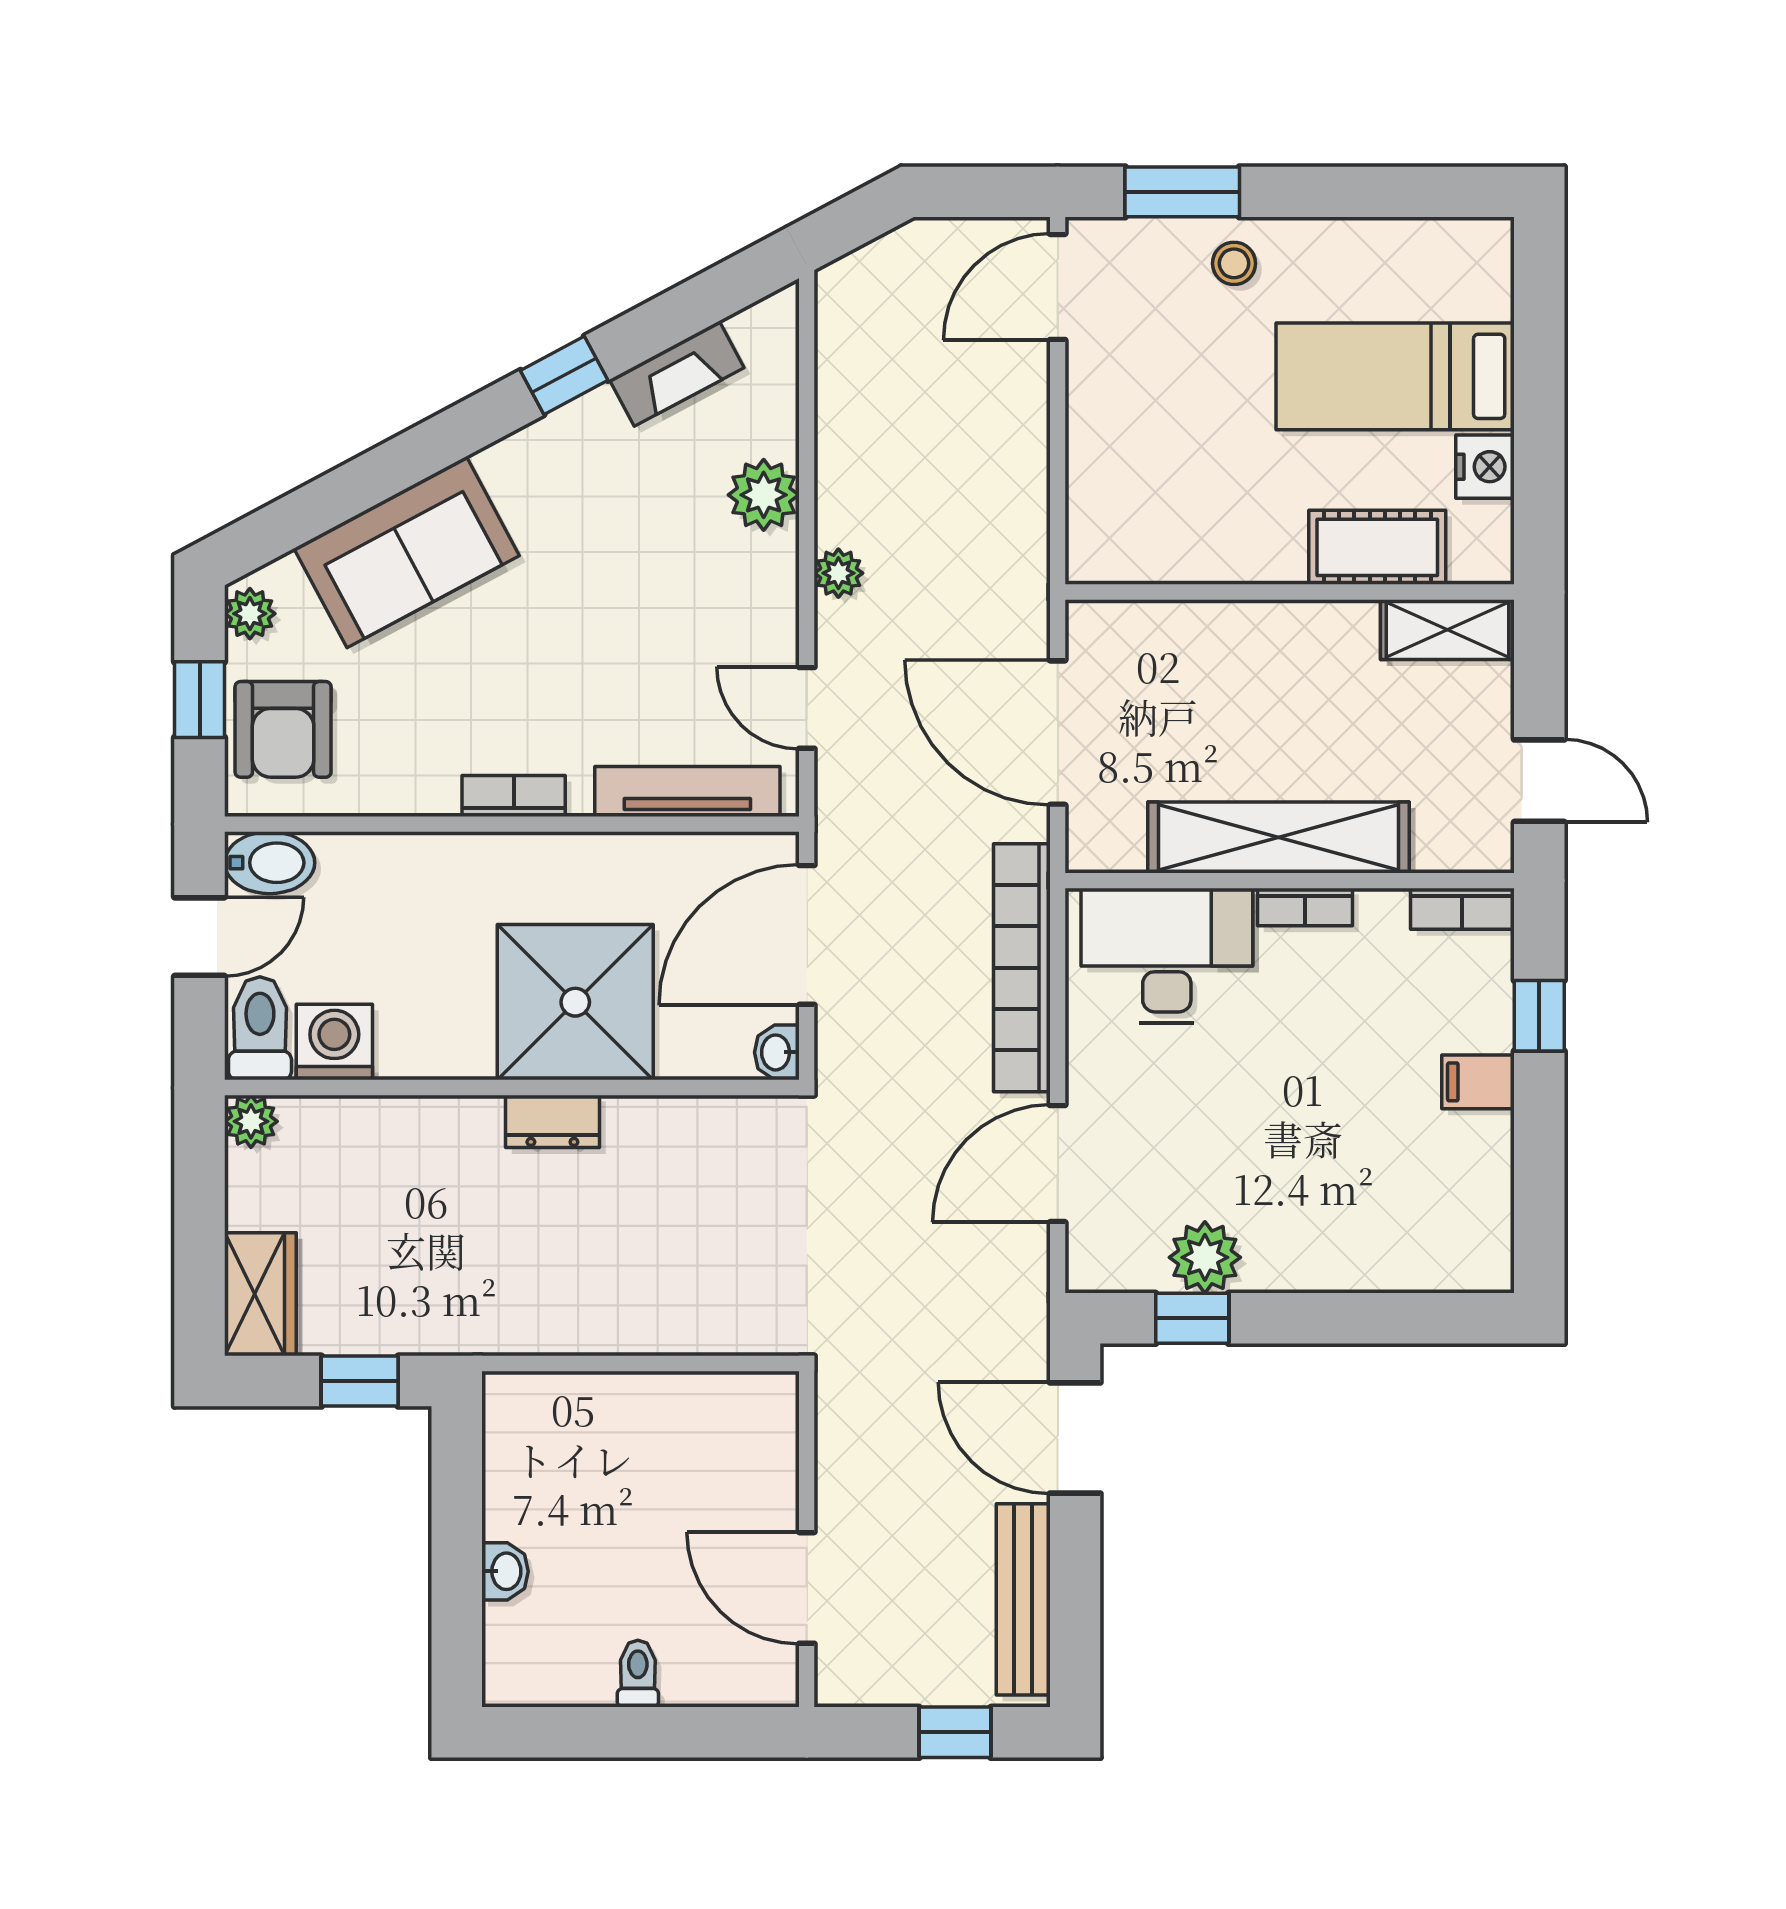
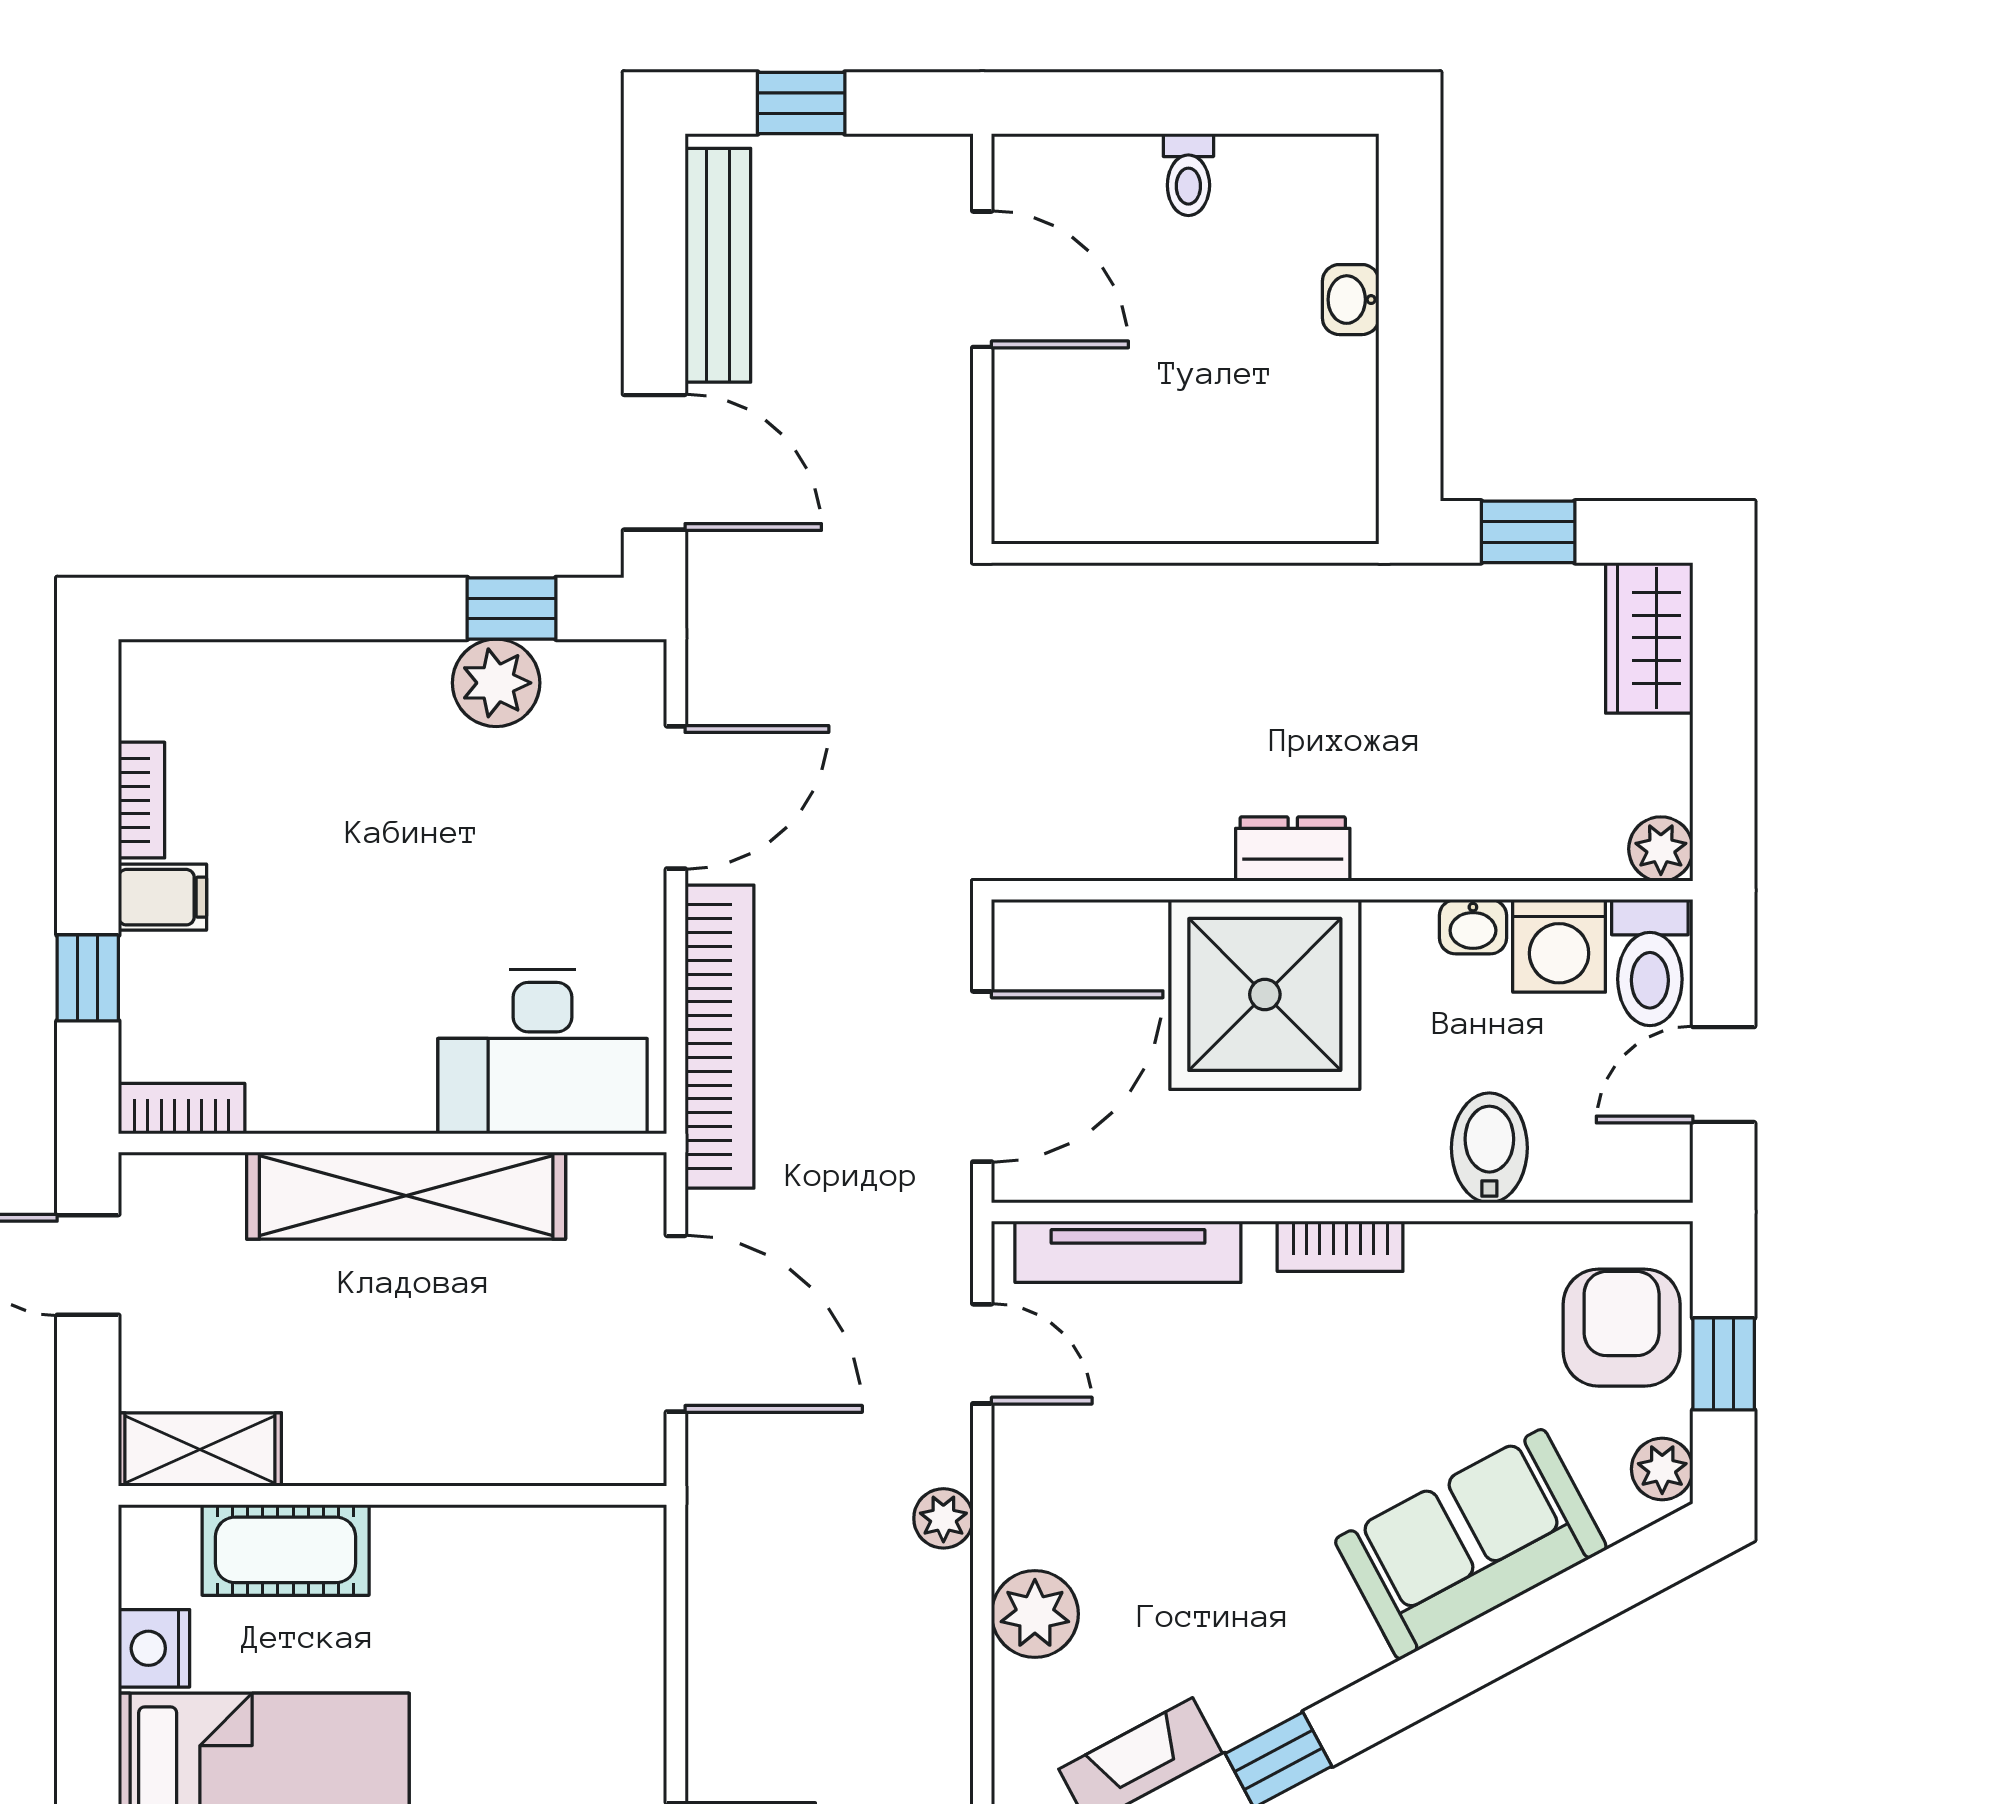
bidet: (270, 863) -> (1489, 1148), moved, turned 90
bookcase: (1305, 907) -> (142, 800), moved, turned 90
washbasin: (777, 1052) -> (1473, 927), moved, turned 90

